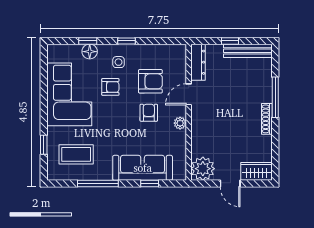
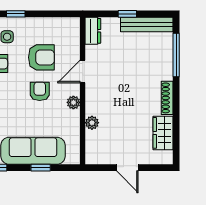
dresser: (198, 62) -> (93, 31), width x0.70
window: (275, 97) -> (176, 55), moved
plant: (203, 169) -> (92, 123), moved, width x0.53, depth x0.53
wardrobe: (257, 171) -> (163, 133), moved, turned -90

